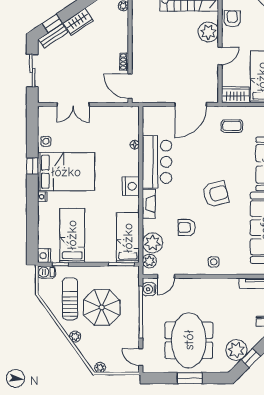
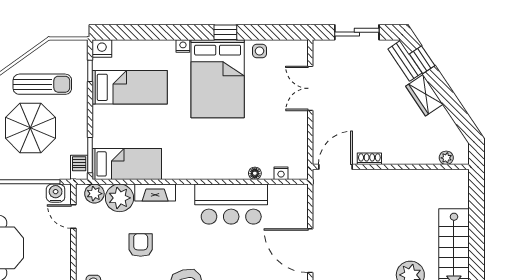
nightstand: (131, 186) -> (281, 173), moved, width x0.53, depth x0.56
fireplace: (149, 204) -> (155, 193), moved
barbecue: (47, 272) -> (79, 167), moved

